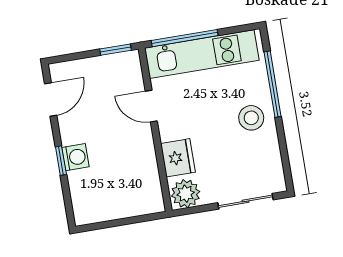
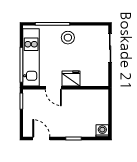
door: (151, 106) -> (53, 88), hinge flipped
washing machine: (75, 157) -> (102, 131), moved
fridge: (178, 158) -> (71, 78), moved
plant: (186, 194) -> (101, 78), removed

